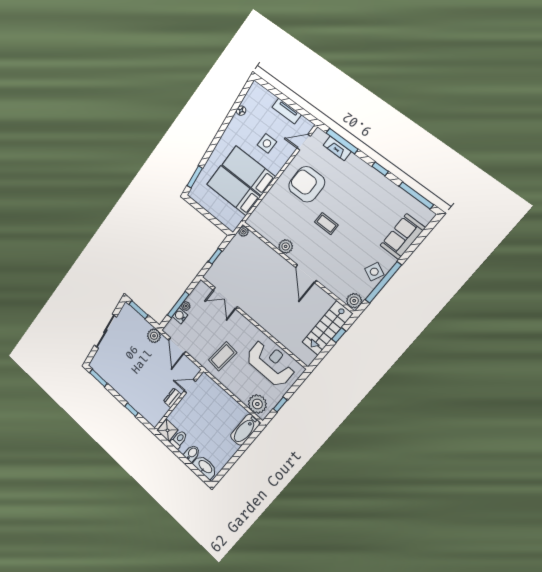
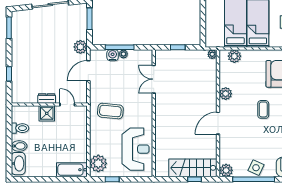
plant: (260, 213) -> (234, 56), added
shower: (168, 430) -> (47, 113), moved

